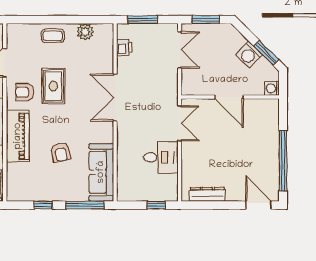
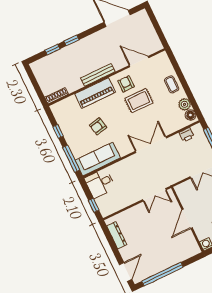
floor lamp: (102, 31) -> (190, 115), added
desk: (161, 157) -> (100, 183), moved, turned 90

